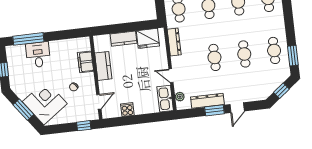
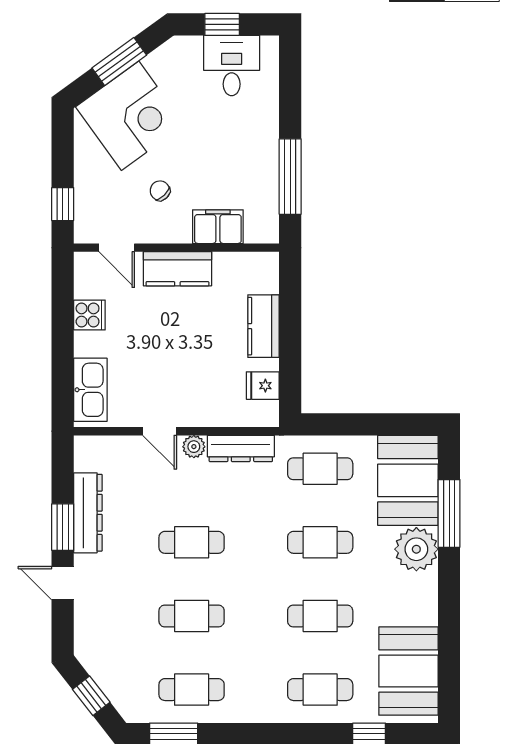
fridge: (148, 38) -> (263, 386), width x0.53, depth x0.75
window: (28, 39) -> (290, 177), moved
desk: (38, 55) -> (232, 66), moved, turned -90
kitchen counter: (103, 66) -> (177, 269), moved
door: (171, 76) -> (160, 431), swing flipped
plant: (180, 97) -> (194, 447), moved
kitchen sink: (165, 99) -> (90, 390), moved, turned 90

